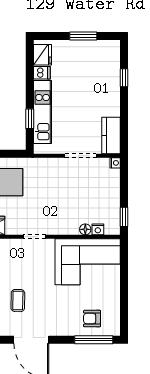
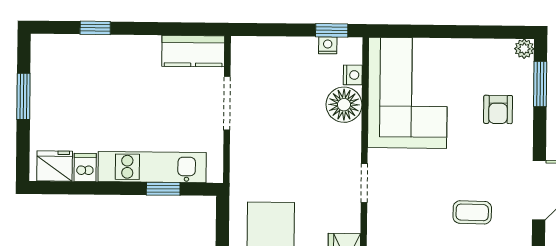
nightstand: (115, 163) -> (328, 45), moved
floor lamp: (85, 229) -> (344, 105), width x1.89, depth x1.89
armchair: (92, 319) -> (498, 109), moved
plant: (114, 330) -> (524, 49), added
window: (94, 340) -> (540, 84), width x0.69

